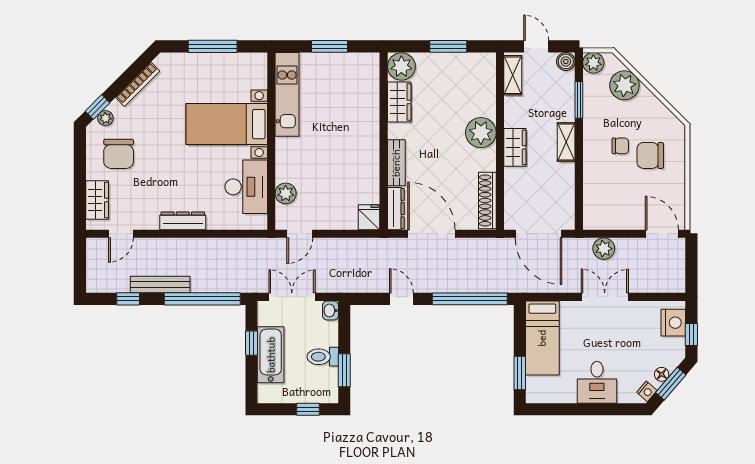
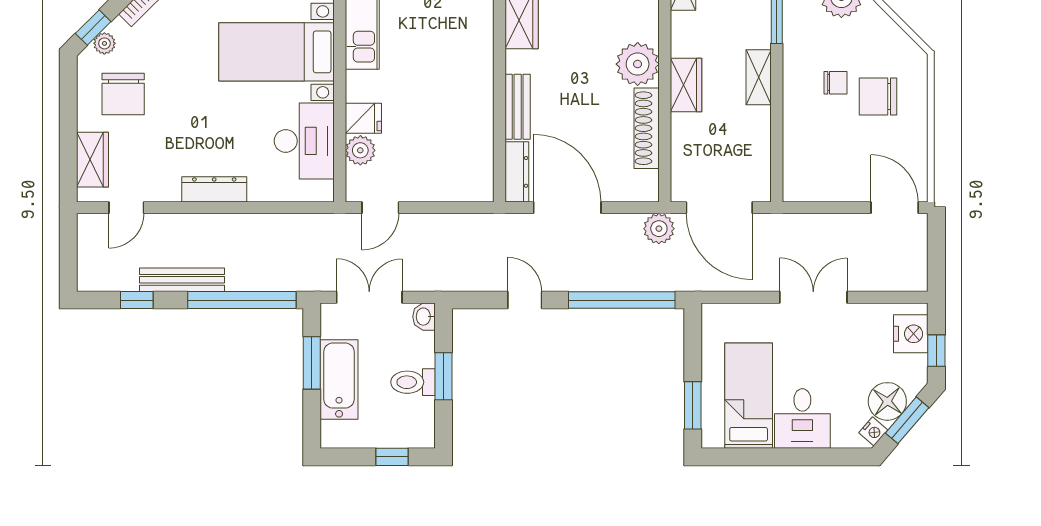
shoe rack: (487, 201) -> (647, 128), moved
fridge: (369, 217) -> (363, 118), moved, turned 90
plant: (604, 249) -> (659, 229), moved
bed: (542, 338) -> (749, 396), moved, turned 180
window: (251, 343) -> (312, 363), width x1.50
window: (344, 370) -> (443, 376), moved
floor lamp: (662, 374) -> (887, 401), width x1.89, depth x1.89

